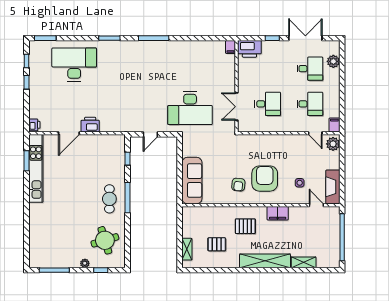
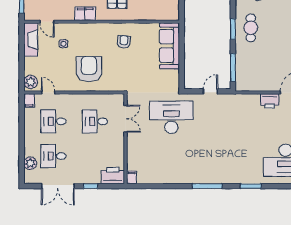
window: (127, 159) -> (233, 68), width x2.17
armchair: (265, 179) -> (89, 69), moved, turned 180
window: (127, 198) -> (233, 29), width x0.69

